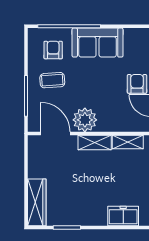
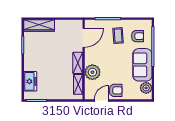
plant: (133, 37) -> (146, 88), added
plant: (85, 120) -> (92, 72), moved

